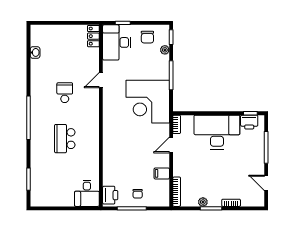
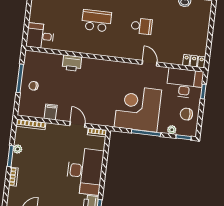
corner desk: (148, 102) -> (138, 108), moved
printer: (110, 195) -> (72, 63), moved

